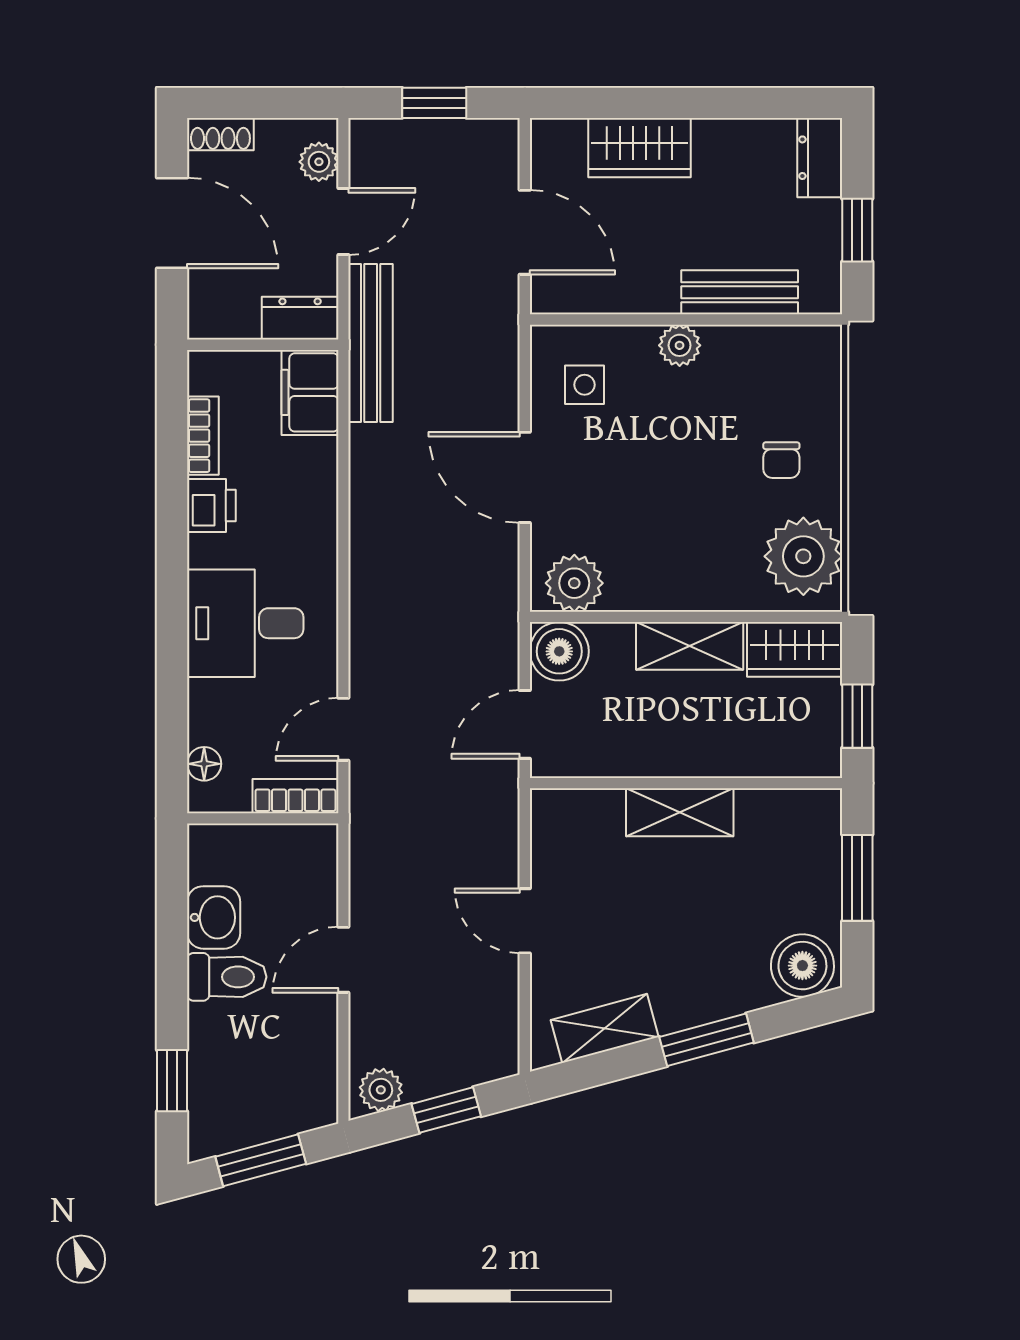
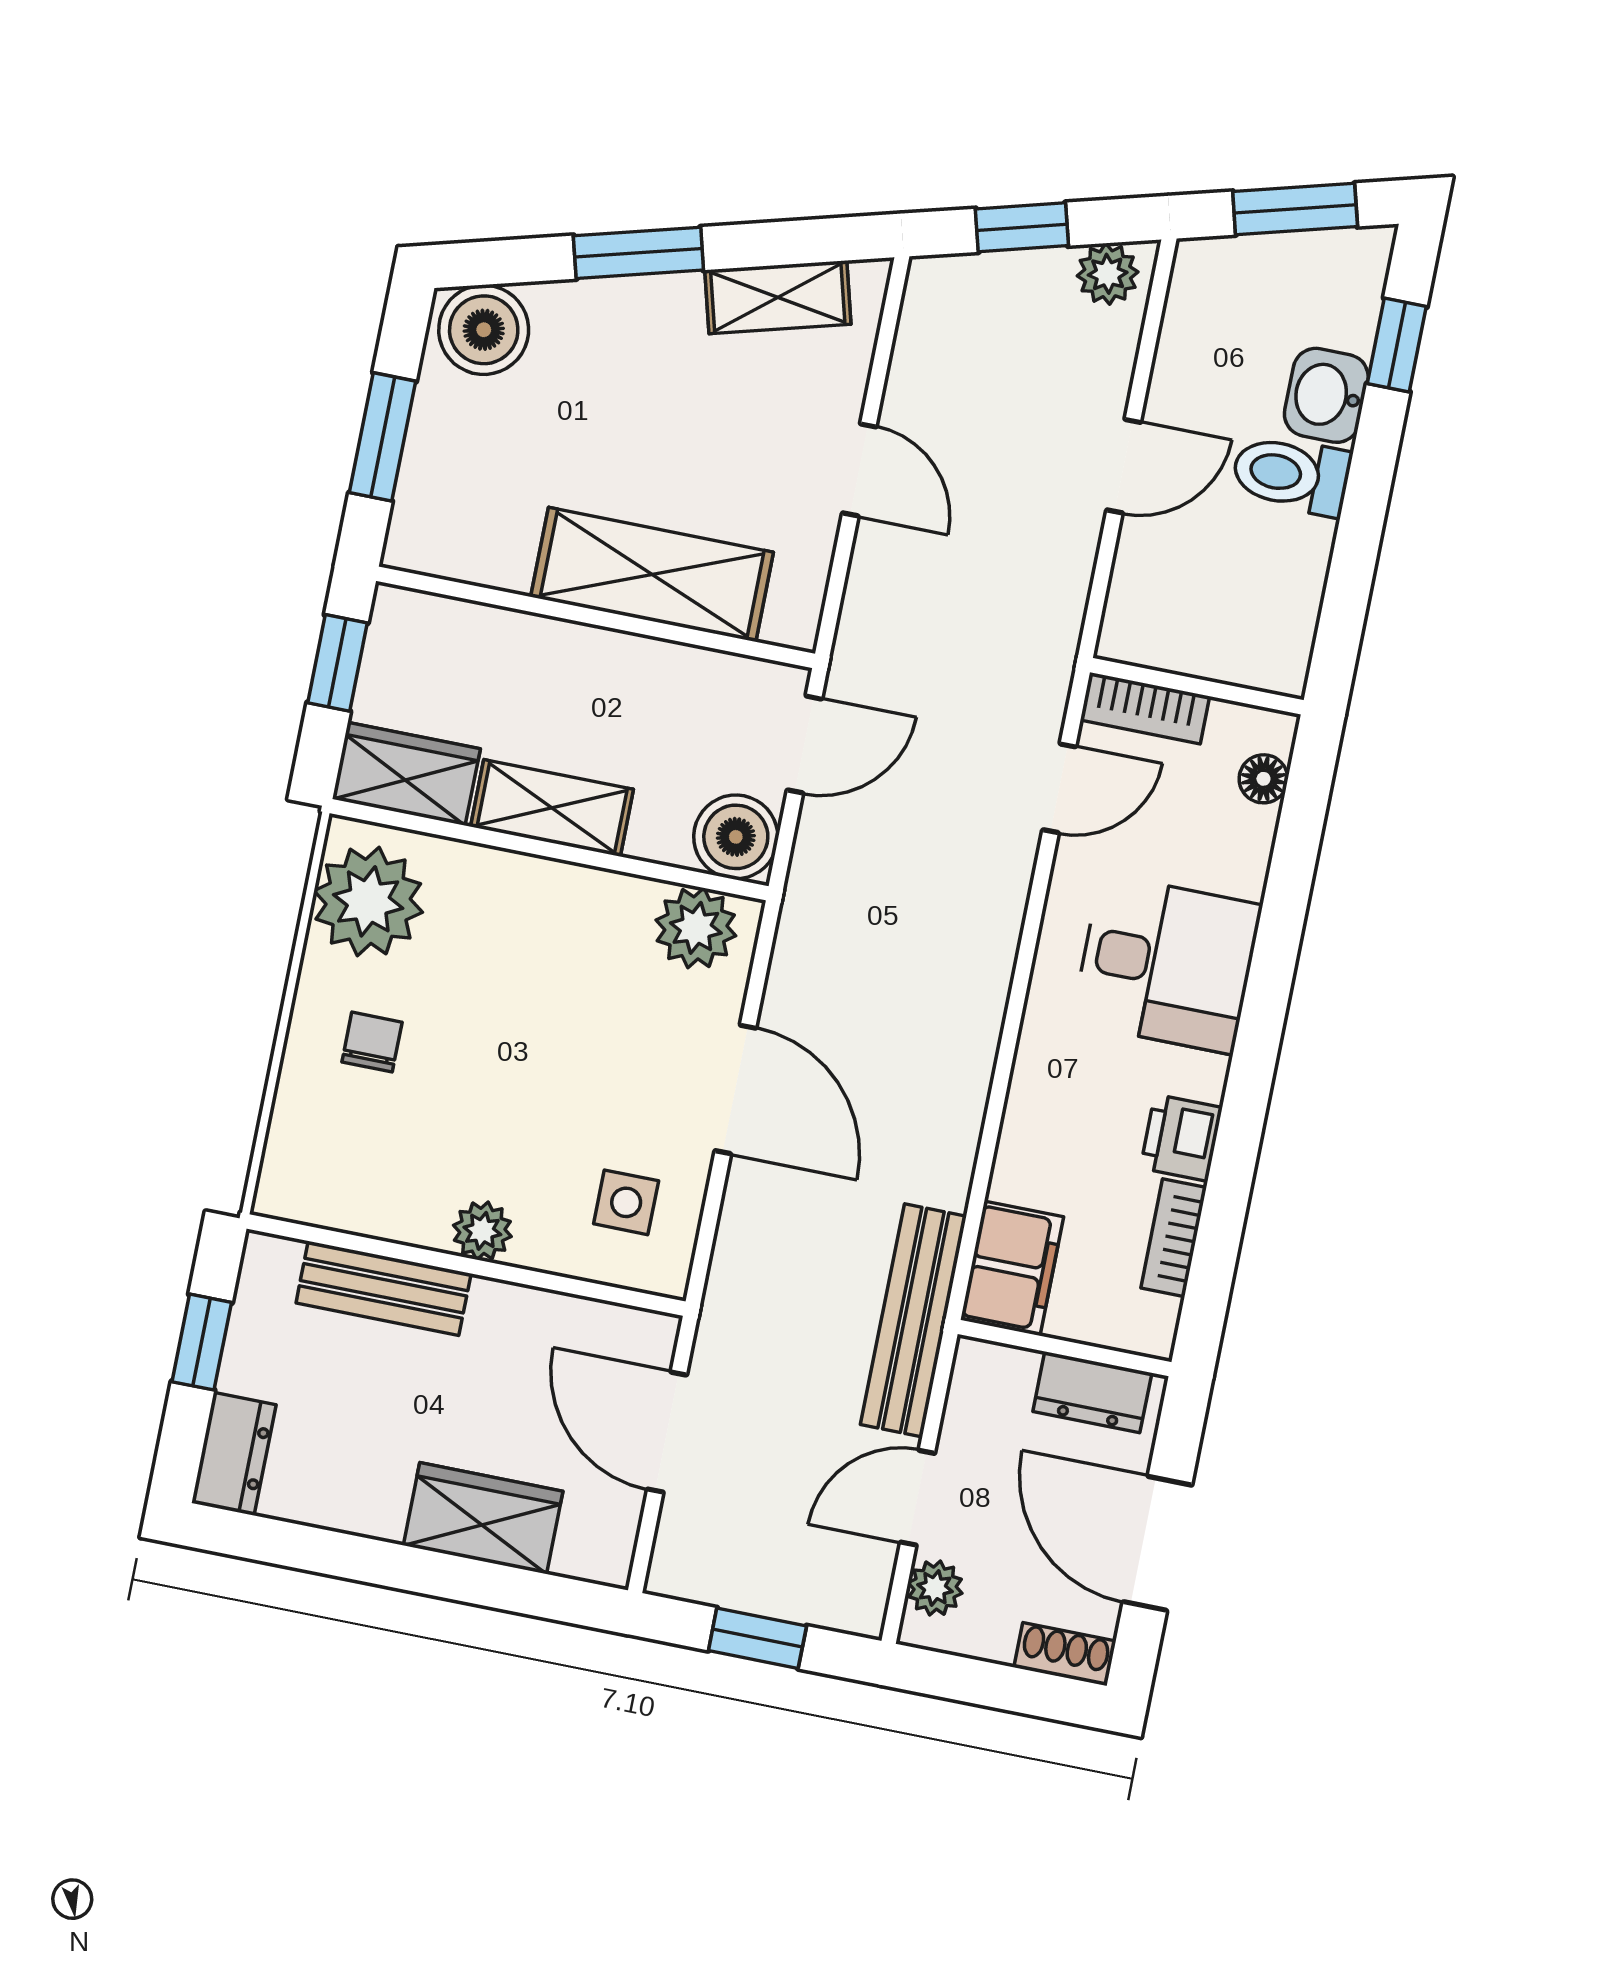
dresser: (300, 318) -> (1092, 1392), moved
shelving: (680, 812) -> (652, 575), width x1.50, depth x1.33
washbasin: (214, 917) -> (1326, 395), moved

